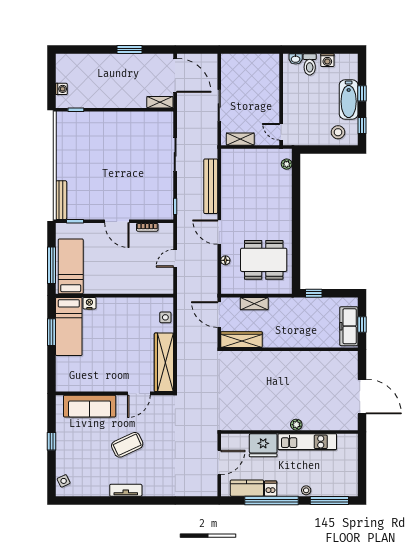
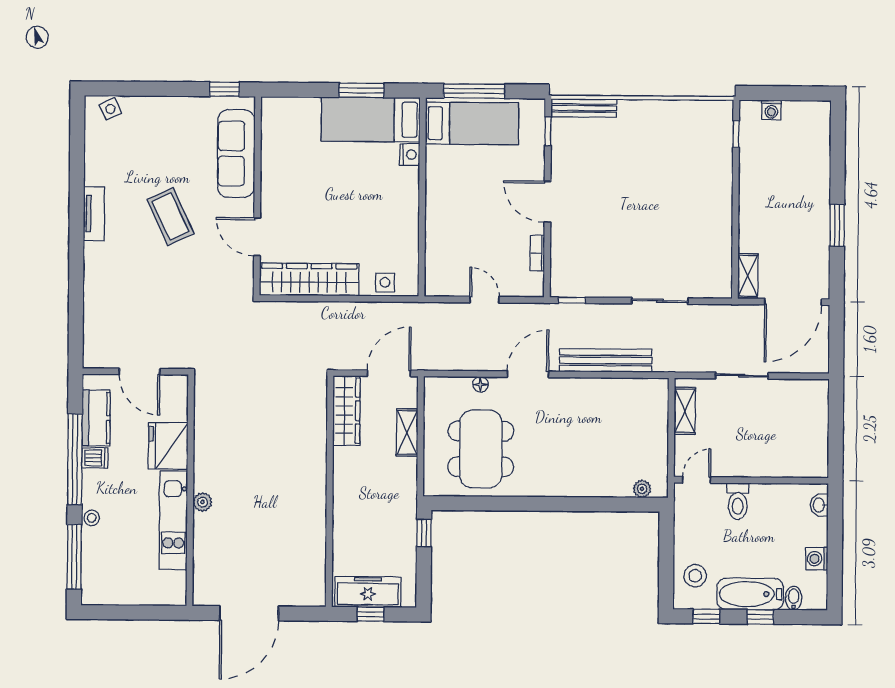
toilet: (310, 64) -> (738, 501), moved, turned -90
bidet: (351, 74) -> (794, 598), added
door: (117, 221) -> (548, 202), hinge flipped
window: (52, 441) -> (225, 89), moved

